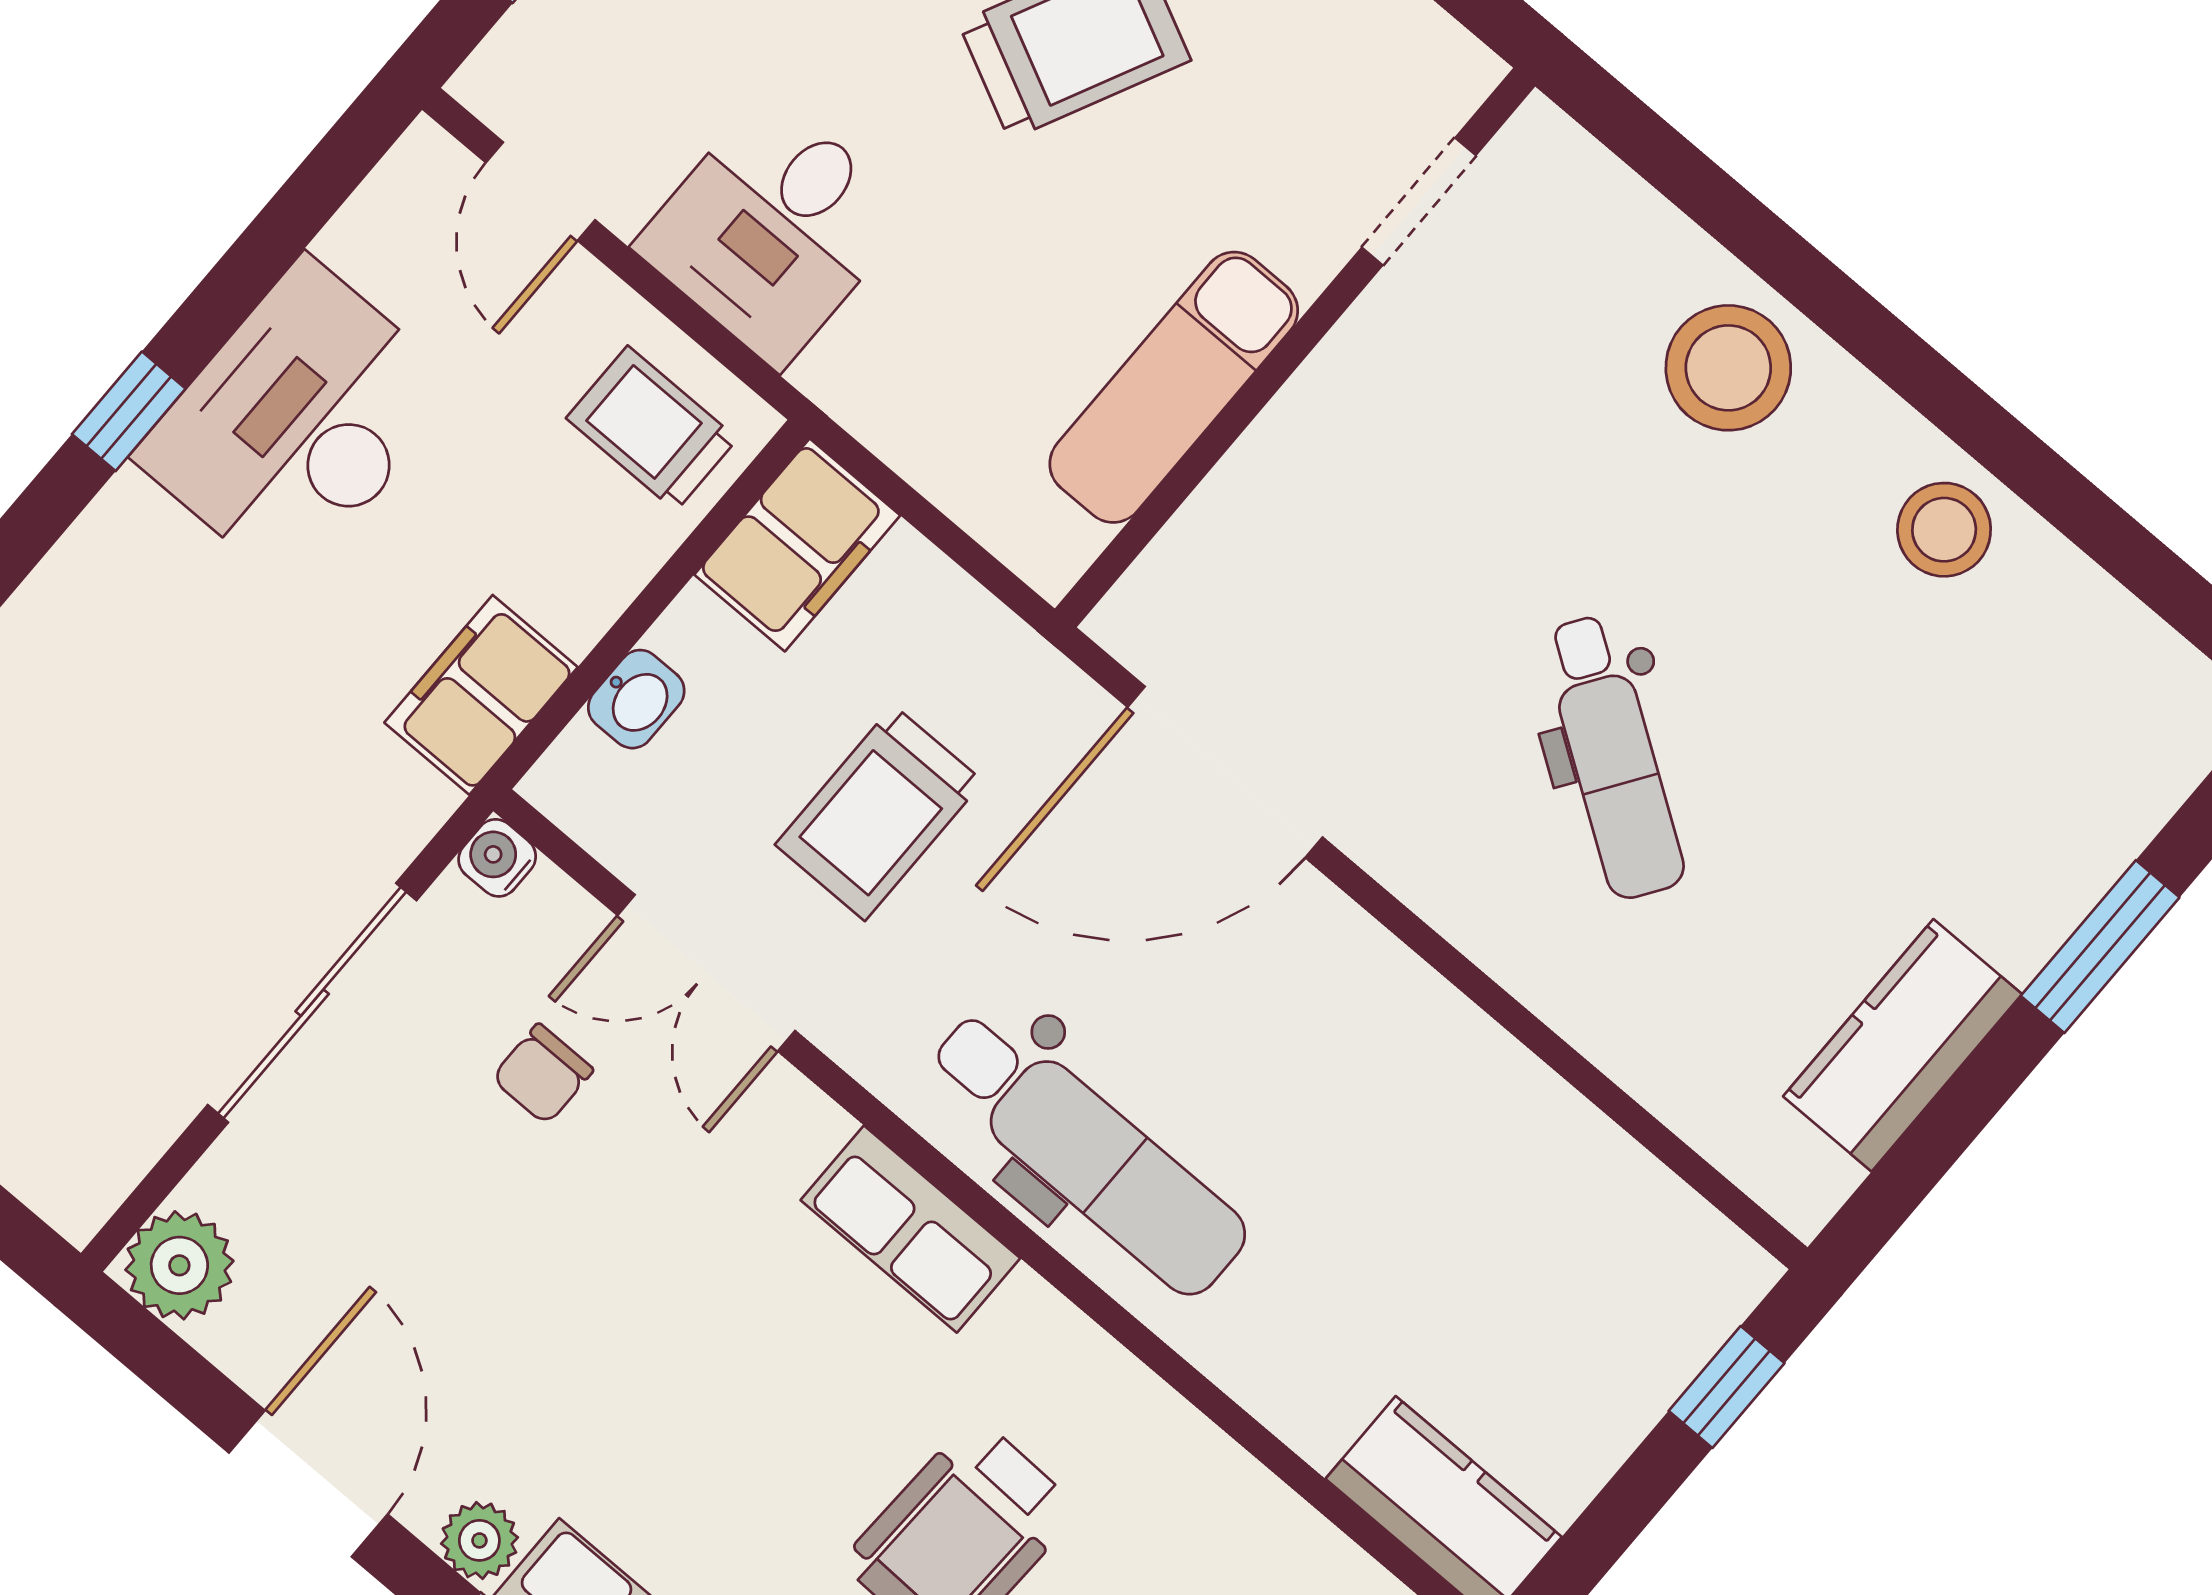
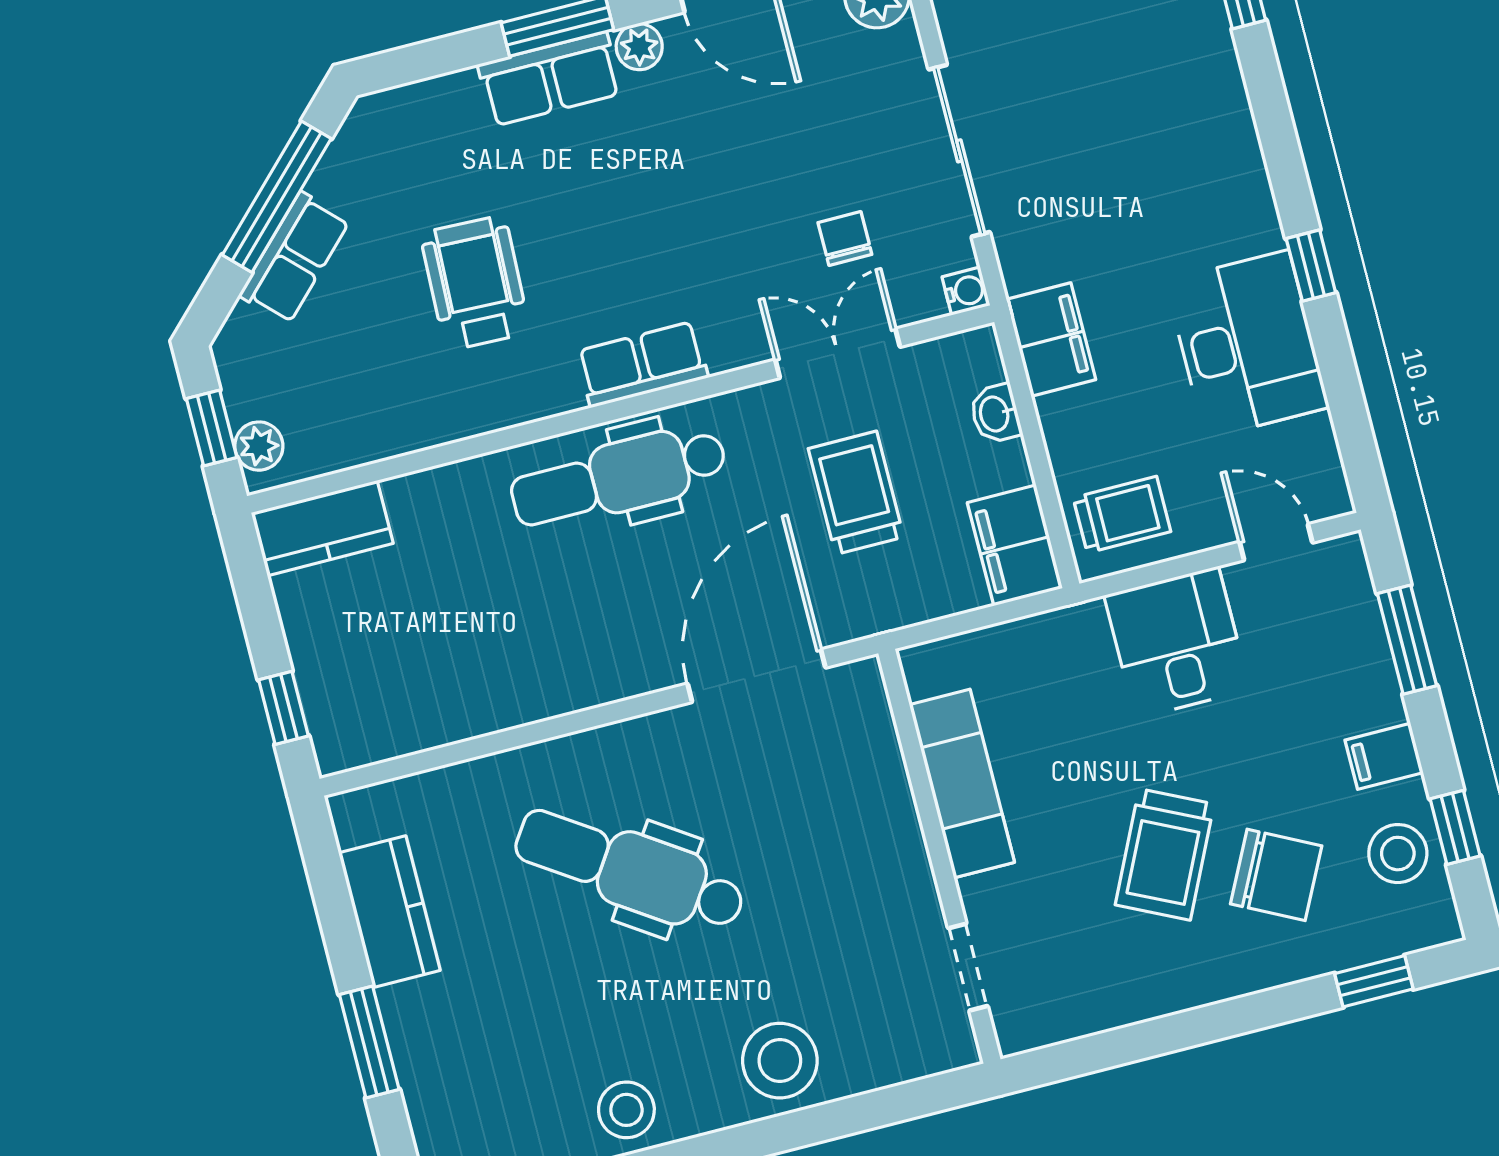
dental chair: (1613, 757) -> (630, 870), width x1.36, depth x1.38

